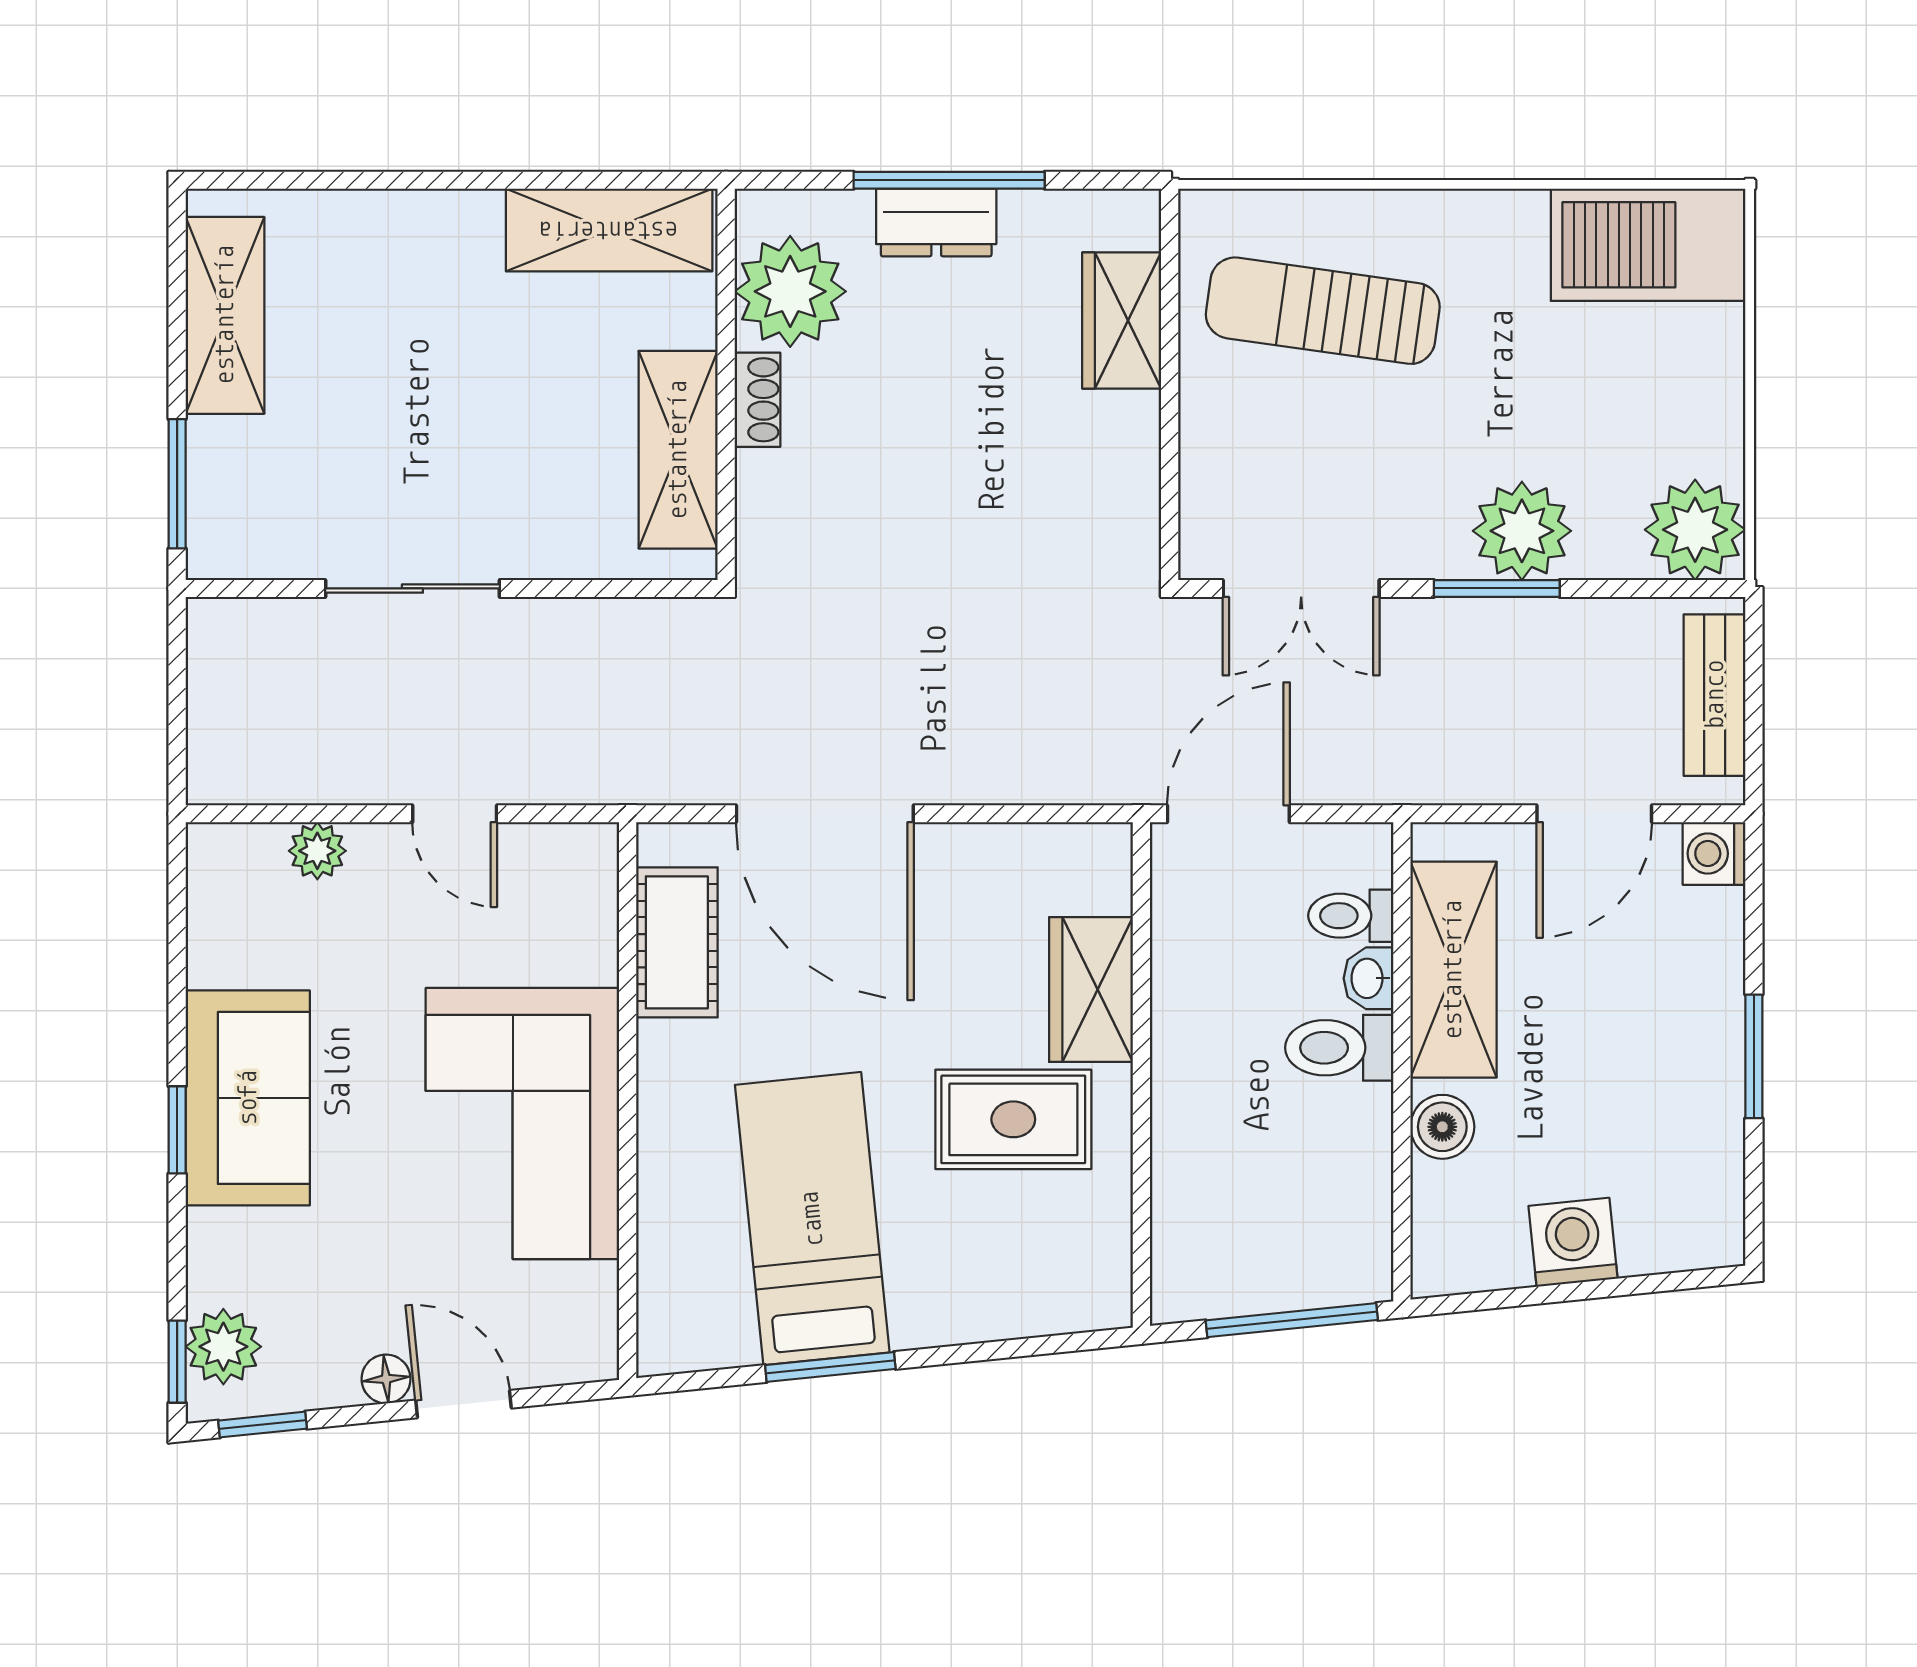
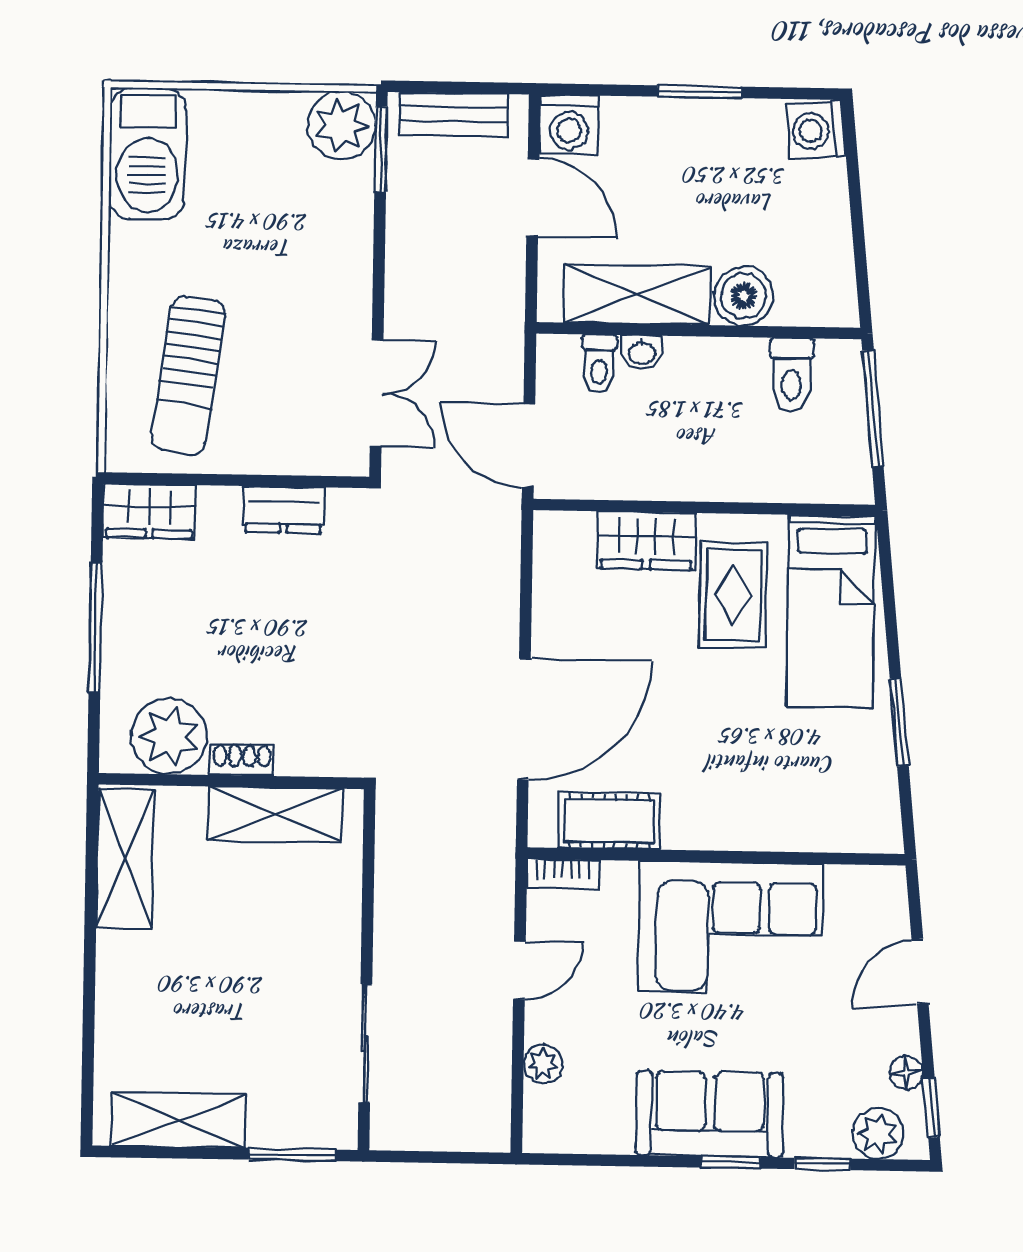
dresser: (936, 222) -> (284, 510), moved, turned 90
wardrobe: (1122, 320) -> (149, 511), moved
plant: (1522, 531) -> (340, 243), removed
sliding door: (412, 588) -> (365, 1043), moved
window: (1497, 588) -> (381, 149), moved
washing machine: (1714, 854) -> (569, 124), width x1.38, depth x1.38
bookcase: (598, 875) -> (563, 874), added
toilet: (1339, 1048) -> (791, 375), moved
boiler: (1442, 1127) -> (744, 296), width x1.36, depth x1.36
bed: (812, 1219) -> (831, 611), moved, turned -84
washing machine: (1573, 1242) -> (816, 130), moved
window: (177, 1362) -> (822, 1164), moved
floor lamp: (386, 1379) -> (906, 1073), moved

